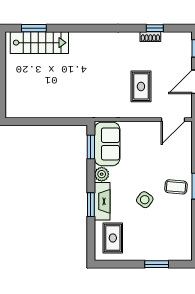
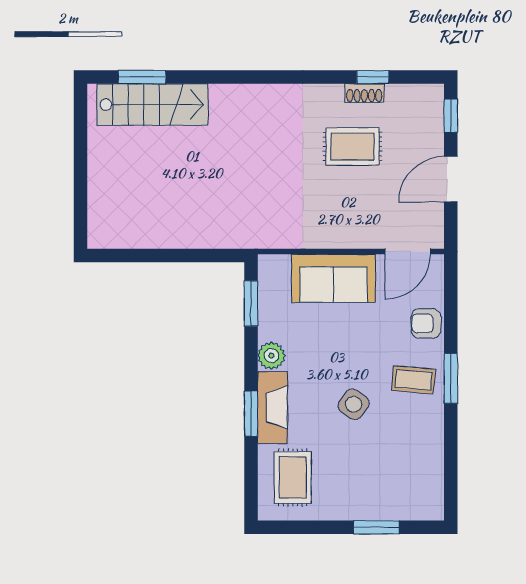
rug: (141, 86) -> (352, 147), moved, turned 90
sofa: (107, 144) -> (334, 278), moved, turned 90
armchair: (183, 157) -> (426, 323), added

